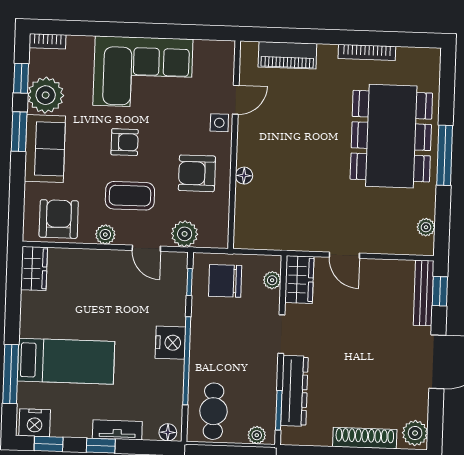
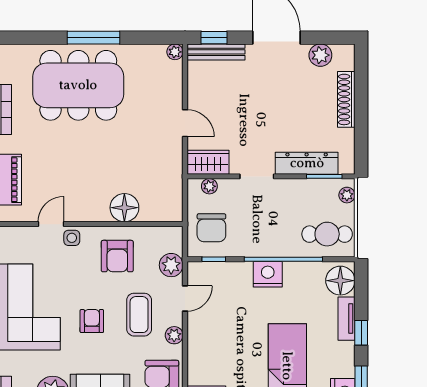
door: (236, 100) -> (51, 224), hinge flipped
floor lamp: (244, 176) -> (124, 208), width x1.89, depth x1.89
plant: (426, 227) -> (175, 52), moved
door: (344, 255) -> (185, 123), hinge flipped
floor lamp: (168, 432) -> (340, 281), width x1.89, depth x1.89
plant: (415, 433) -> (320, 55), moved

